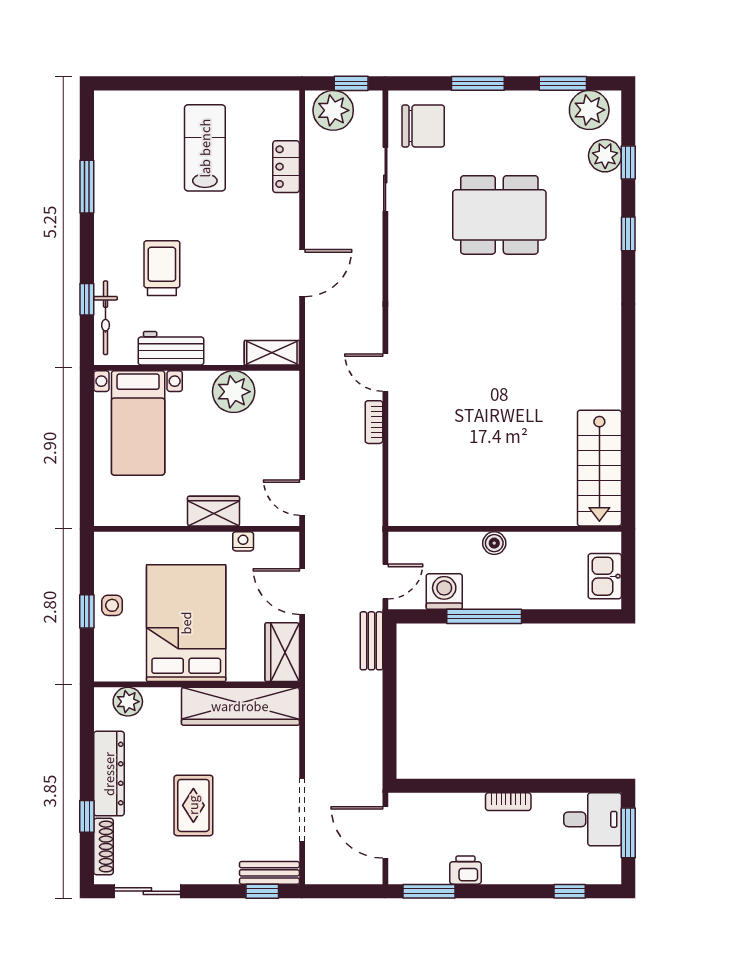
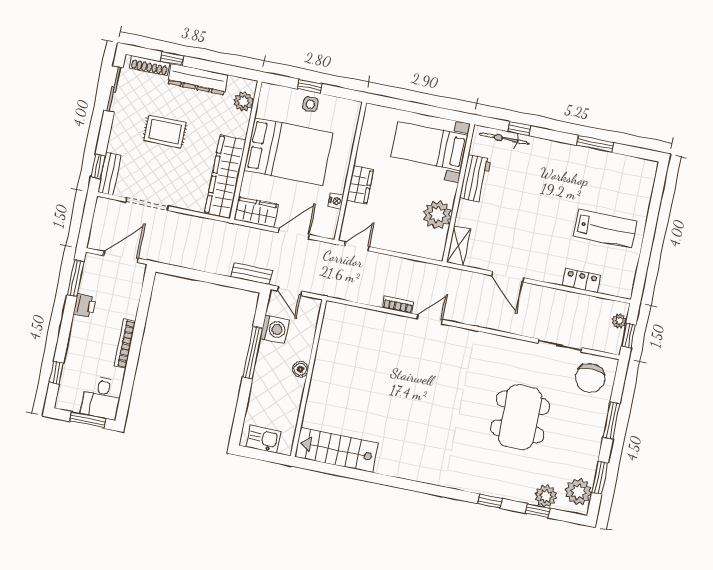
plant: (333, 110) -> (619, 321), width x0.53, depth x0.53
trolley: (162, 268) -> (530, 183), removed
bookcase: (508, 802) -> (125, 344), width x1.56

